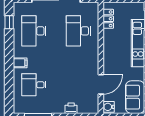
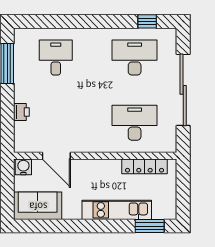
locker: (108, 19) -> (144, 166), width x1.53
filing cabinet: (20, 63) -> (88, 37), removed

